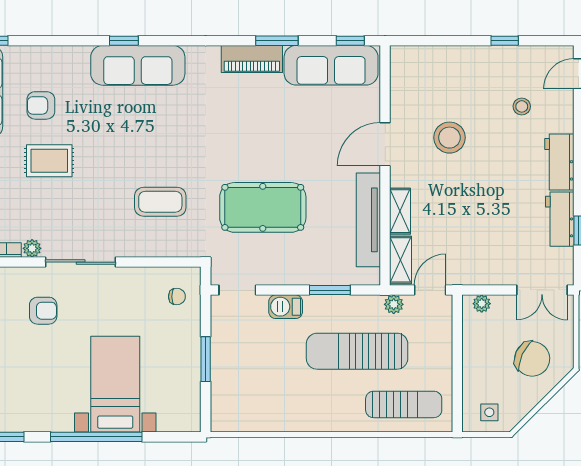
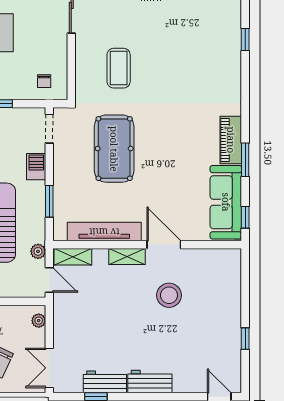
sofa: (138, 65) -> (226, 50), removed
stool: (522, 106) -> (193, 352), removed
shelving: (400, 211) -> (127, 256), moved

